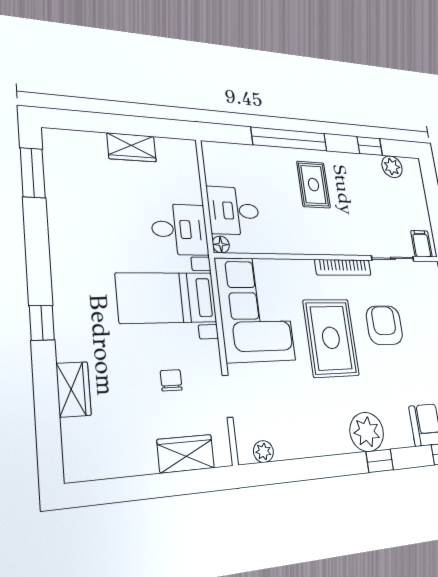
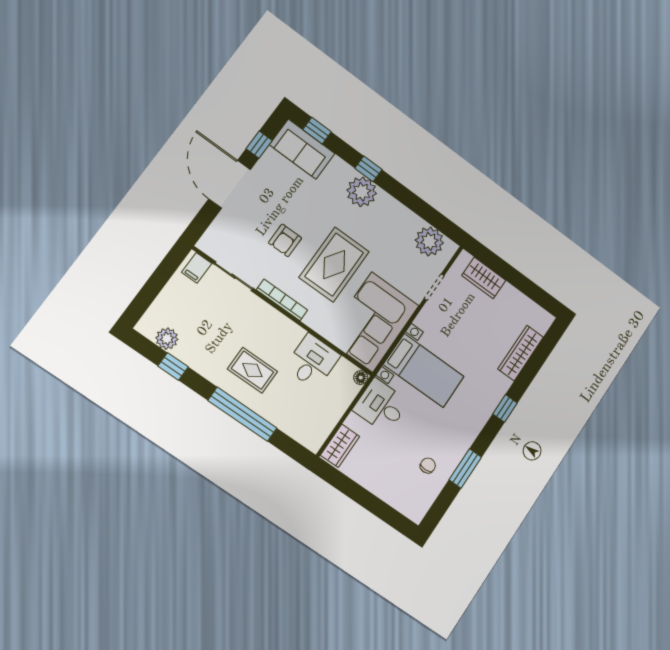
wardrobe: (132, 147) -> (340, 446), moved, turned 90
window: (33, 173) -> (465, 469), moved
rug: (313, 185) -> (252, 370), turned 90
desk: (234, 211) -> (312, 361), moved, turned -90
armchair: (384, 325) -> (285, 240), width x0.72, depth x0.72
chair: (171, 380) -> (428, 466), moved, turned 180
wardrobe: (74, 389) -> (521, 353), width x1.50
plant: (263, 452) -> (429, 241), width x1.88, depth x1.88

